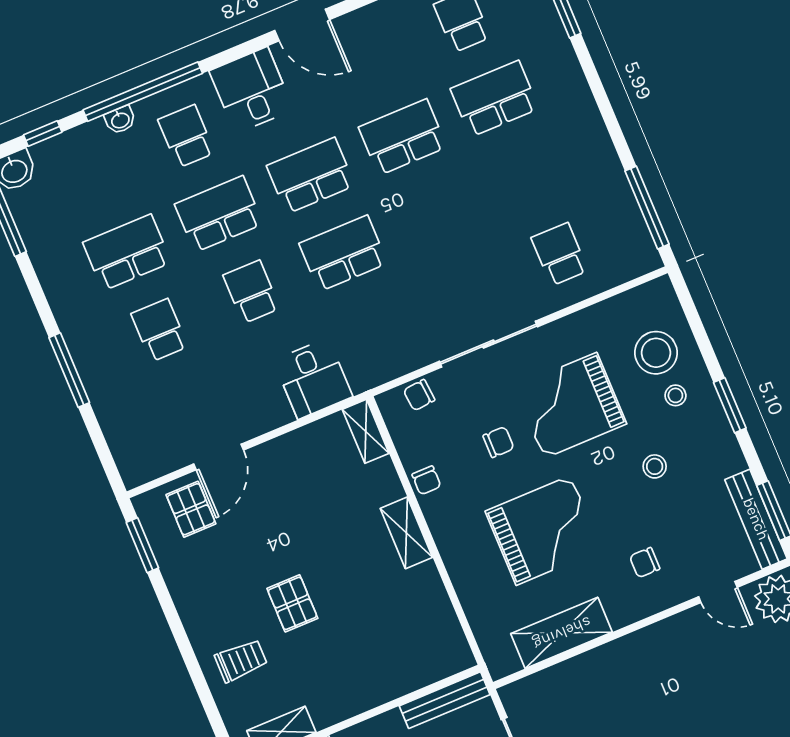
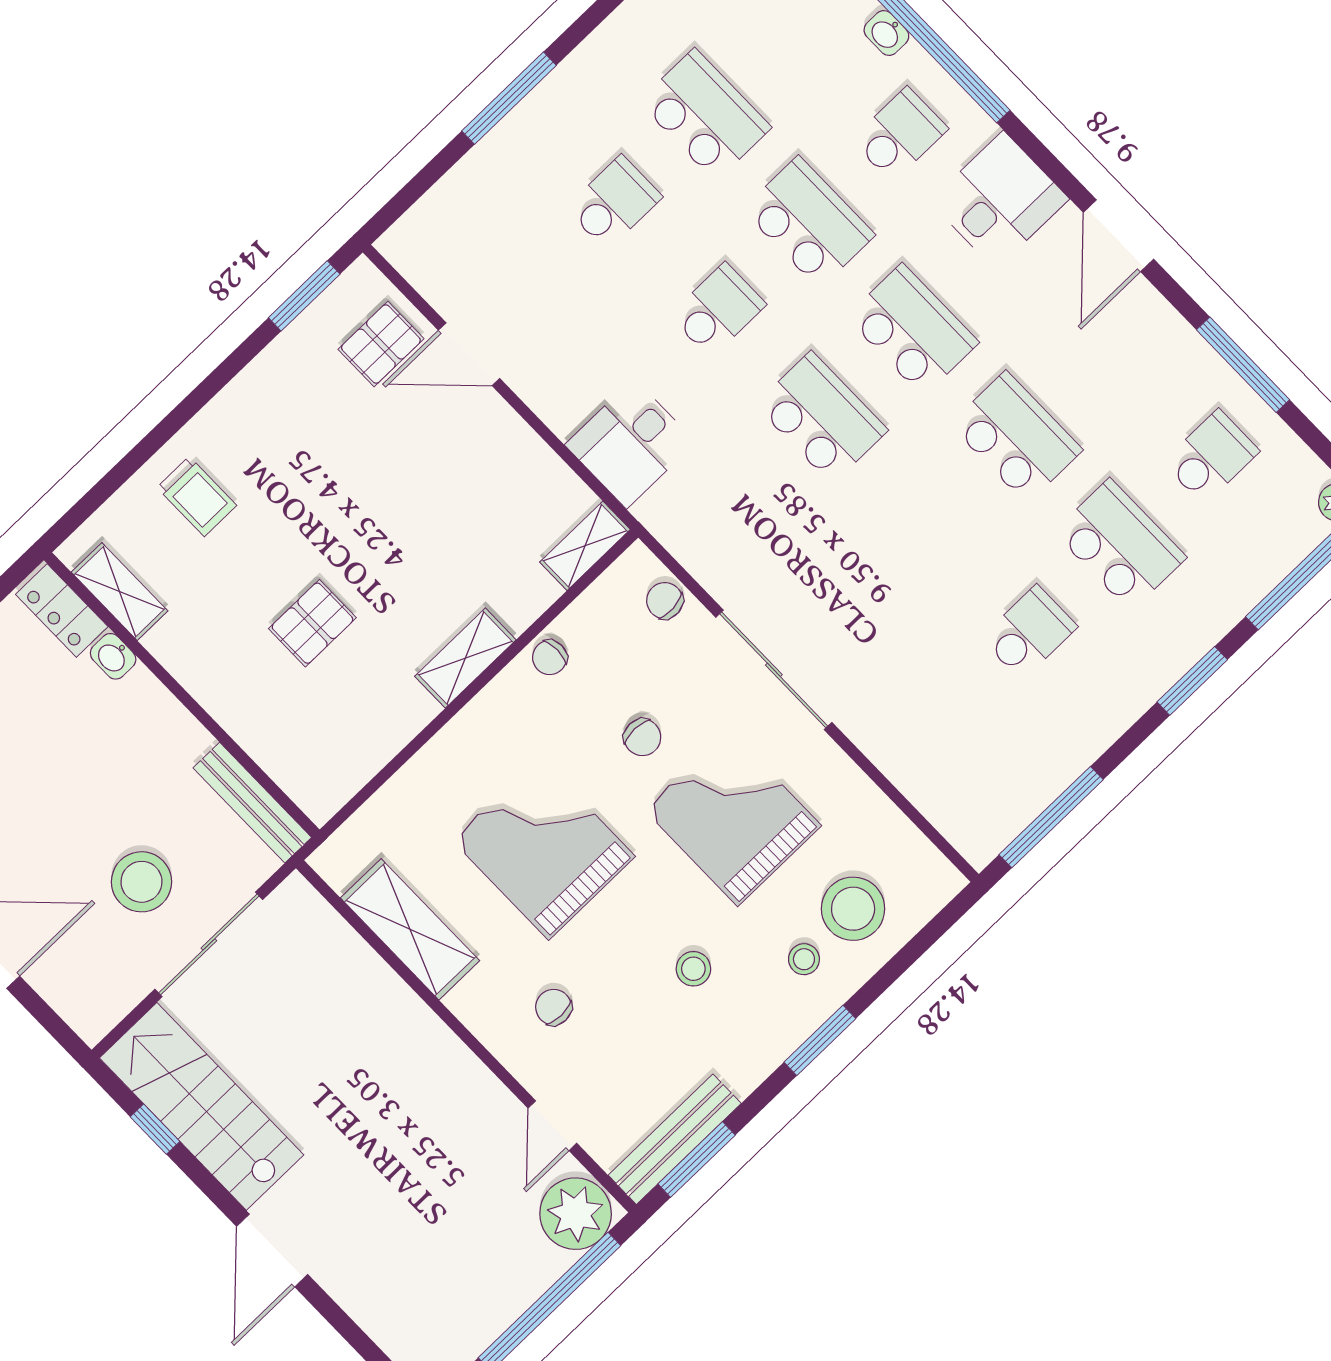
window: (597, 87) -> (1192, 681), added
school desk: (560, 254) -> (1029, 632), moved
grand piano: (543, 530) -> (544, 848), turned 180
pallet: (292, 603) -> (312, 623), moved

